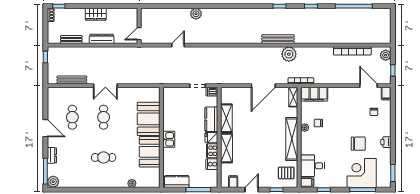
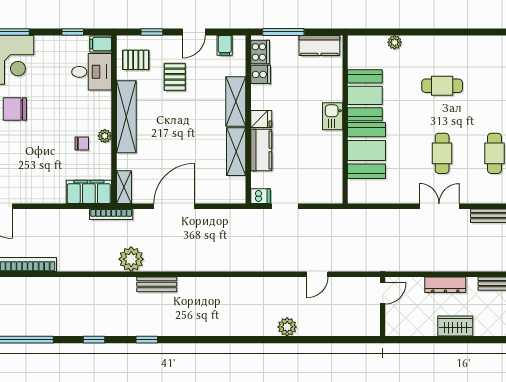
bench: (278, 39) -> (157, 284), width x0.73
cooker: (212, 151) -> (260, 52), moved
pallet: (263, 163) -> (175, 77), added

